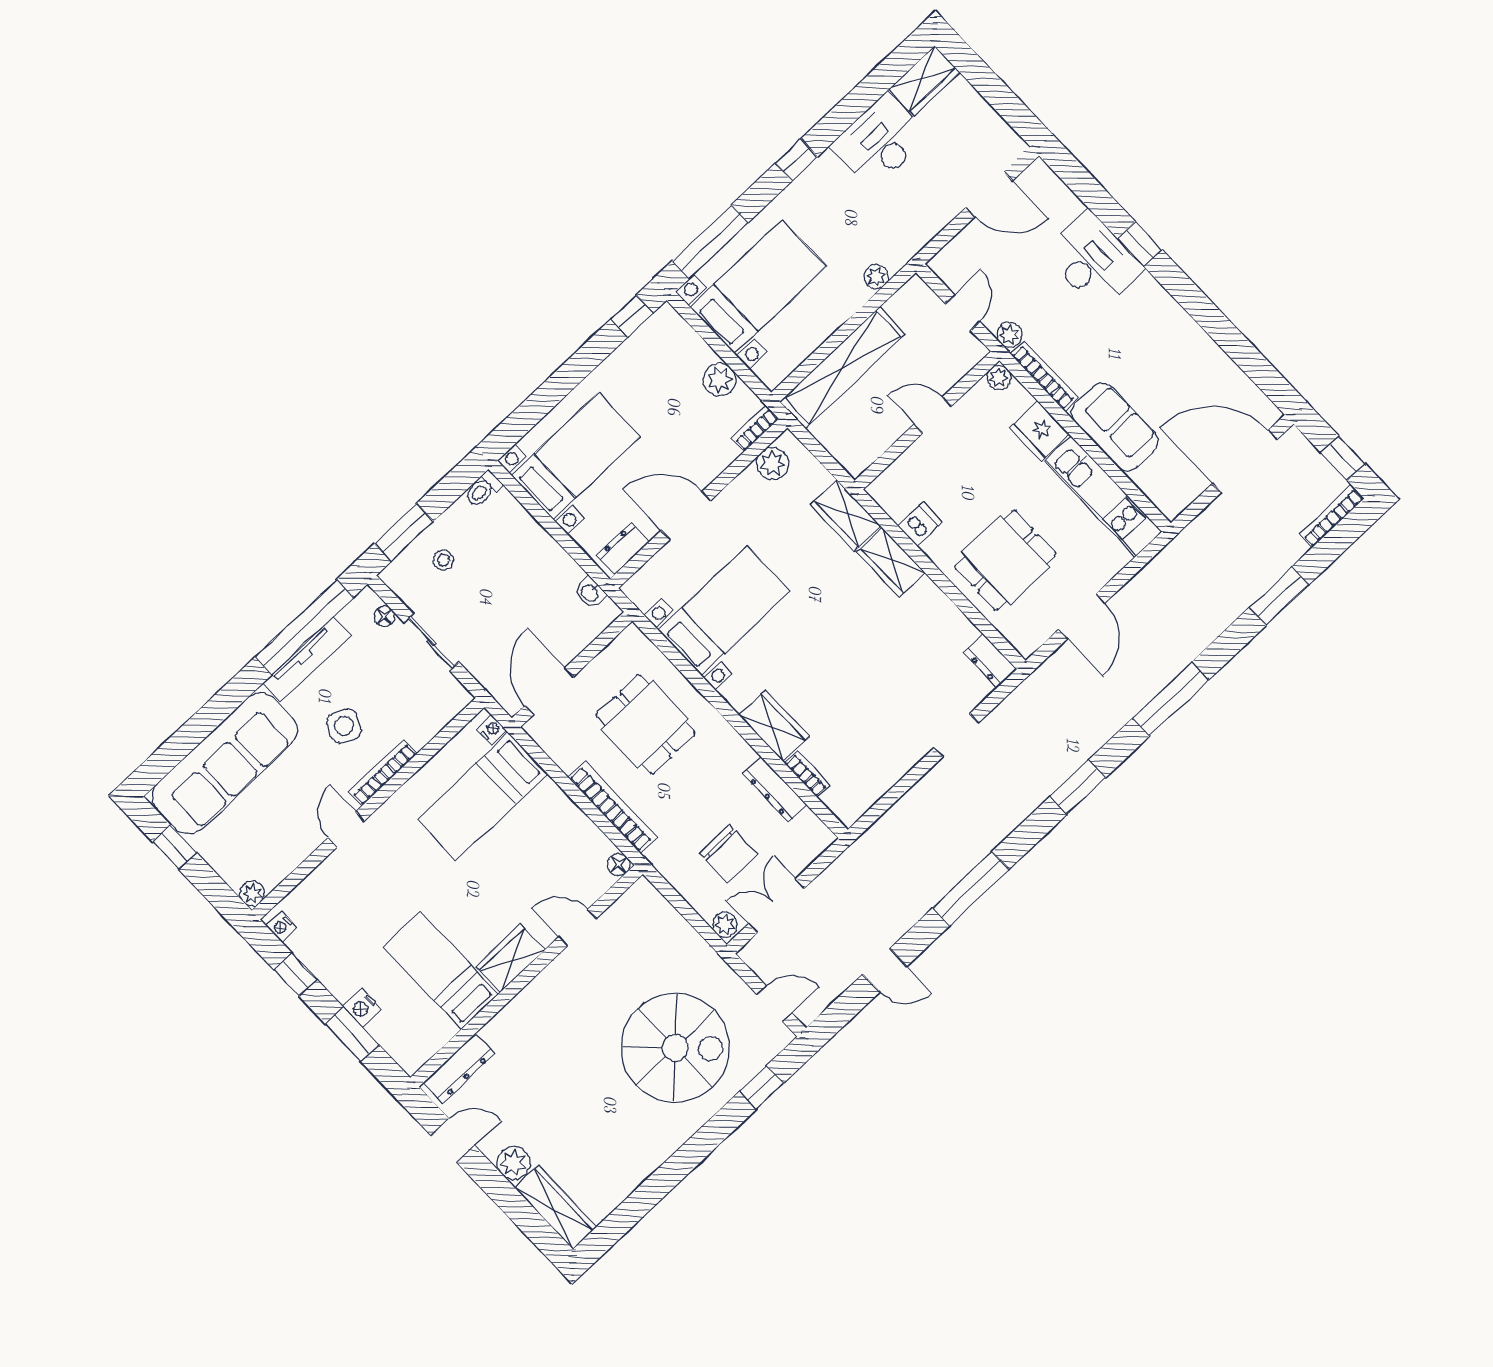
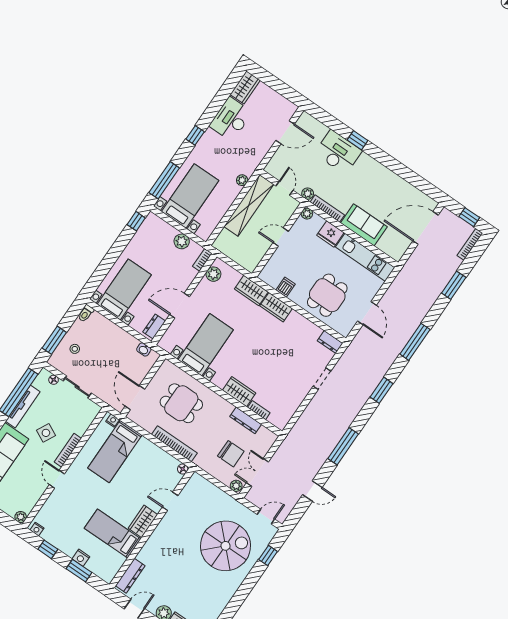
shelving: (843, 368) -> (249, 205), moved

